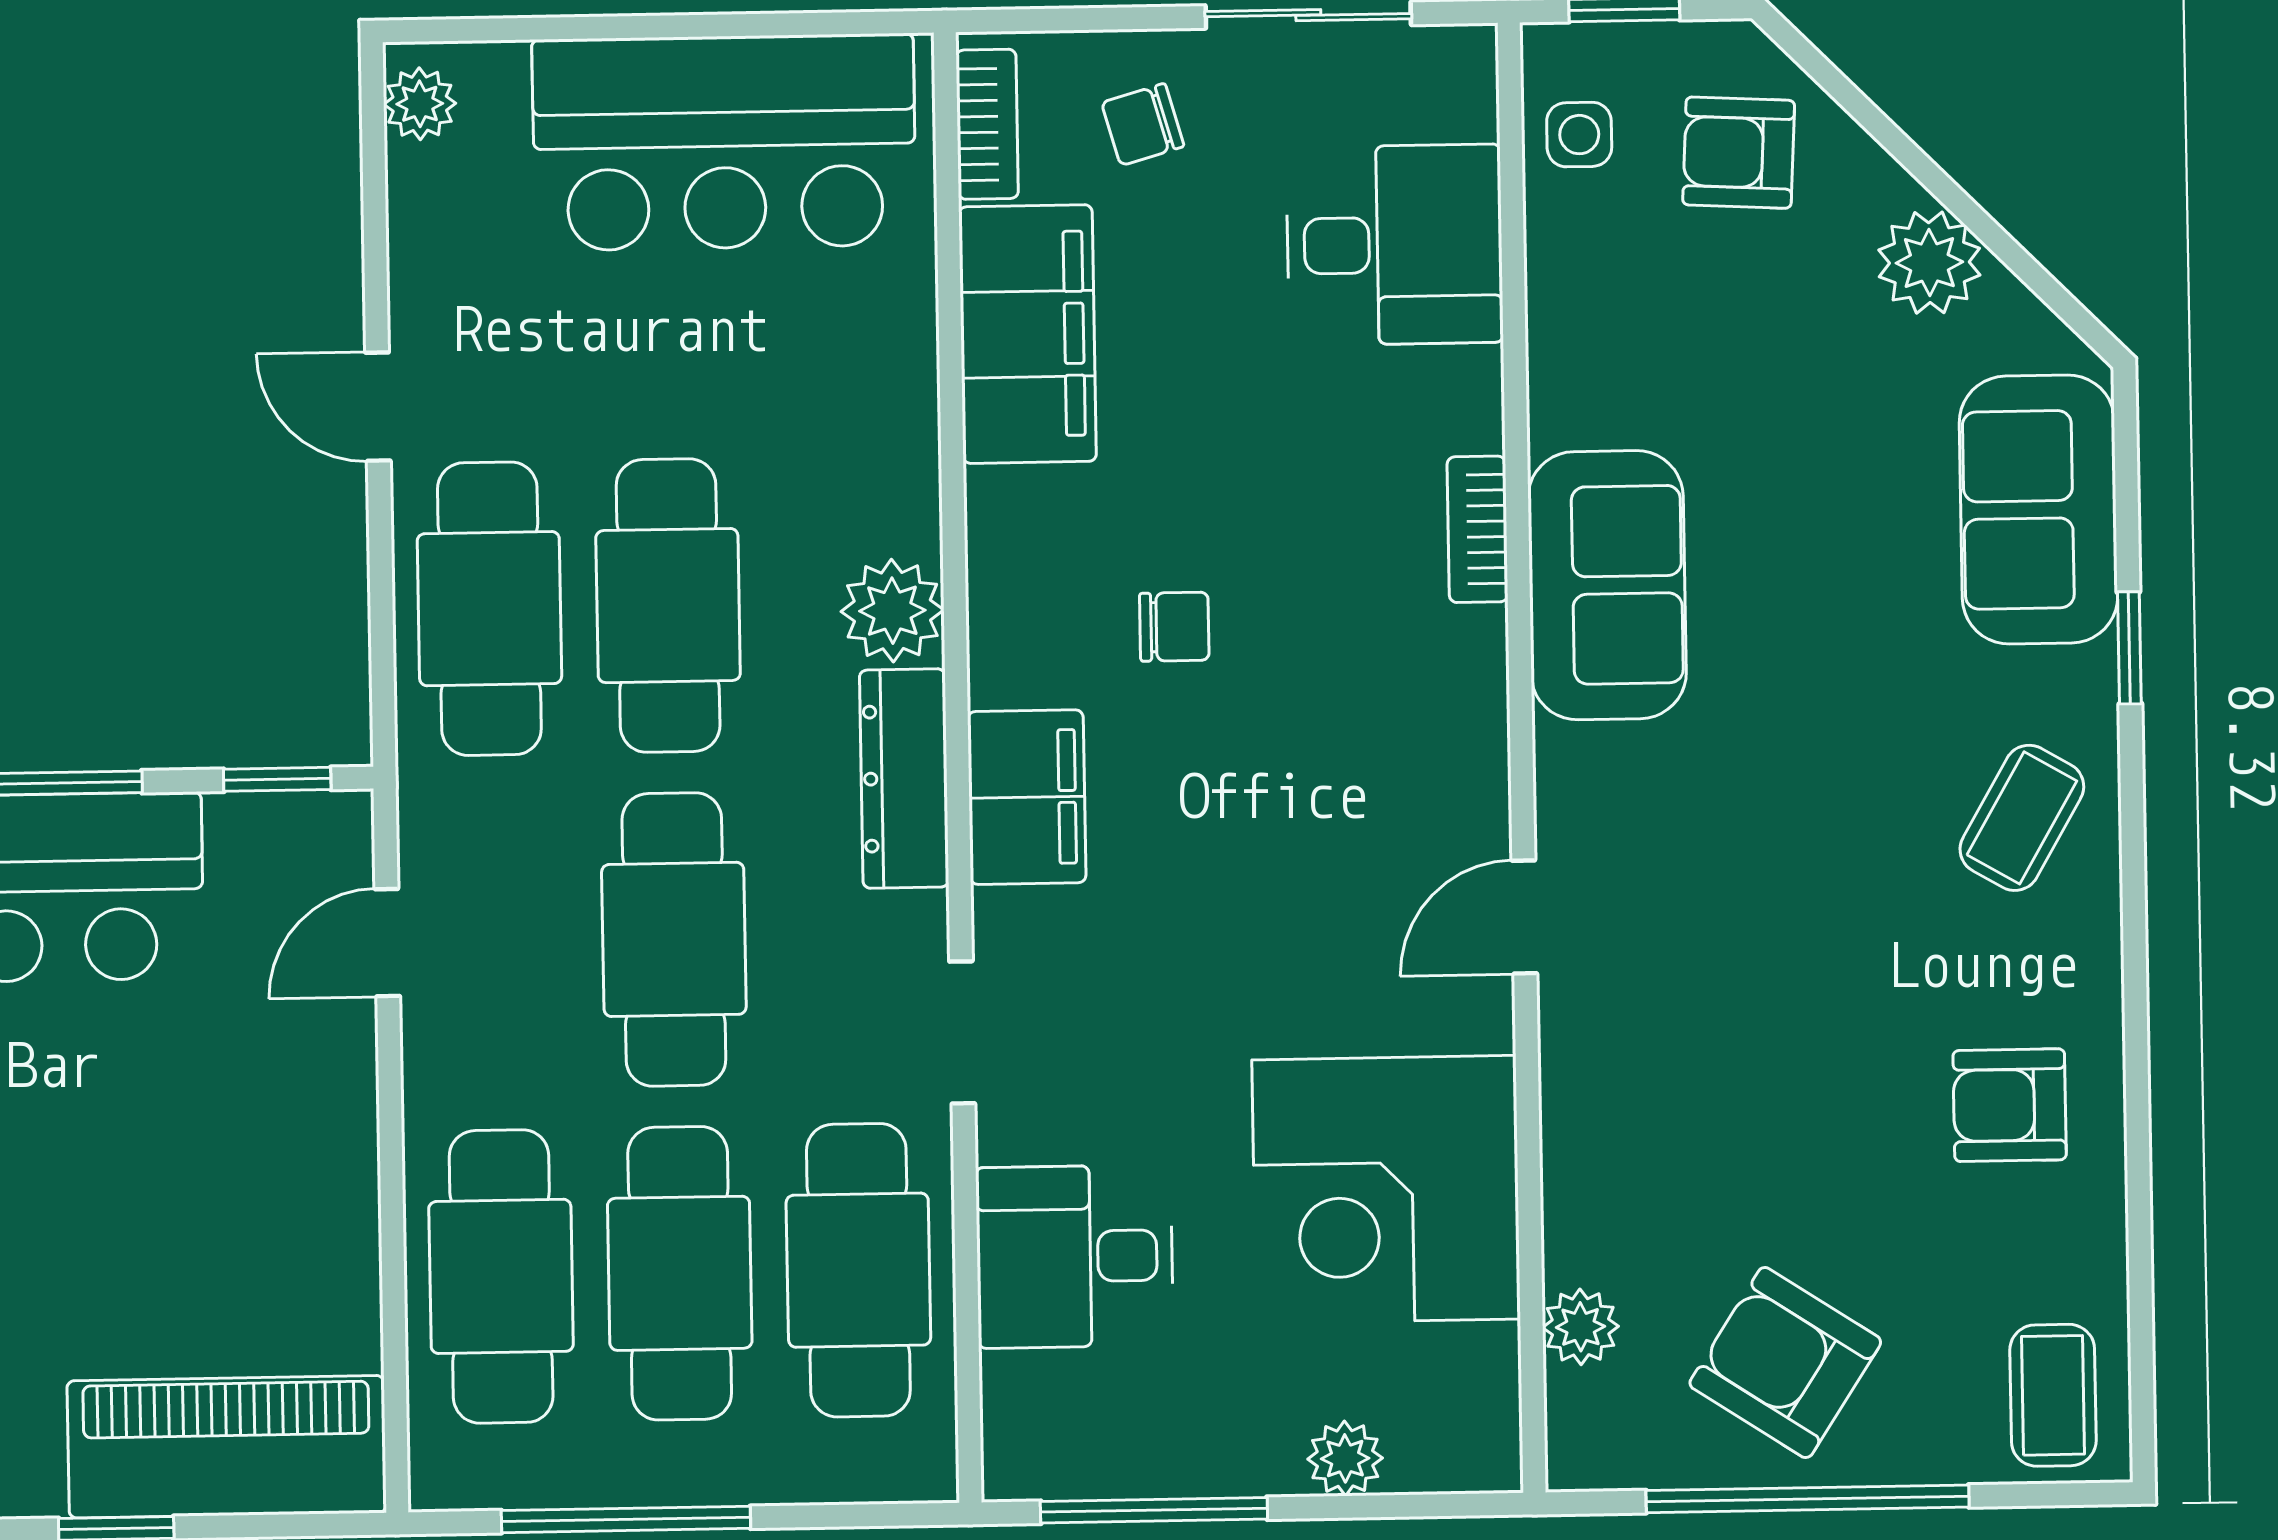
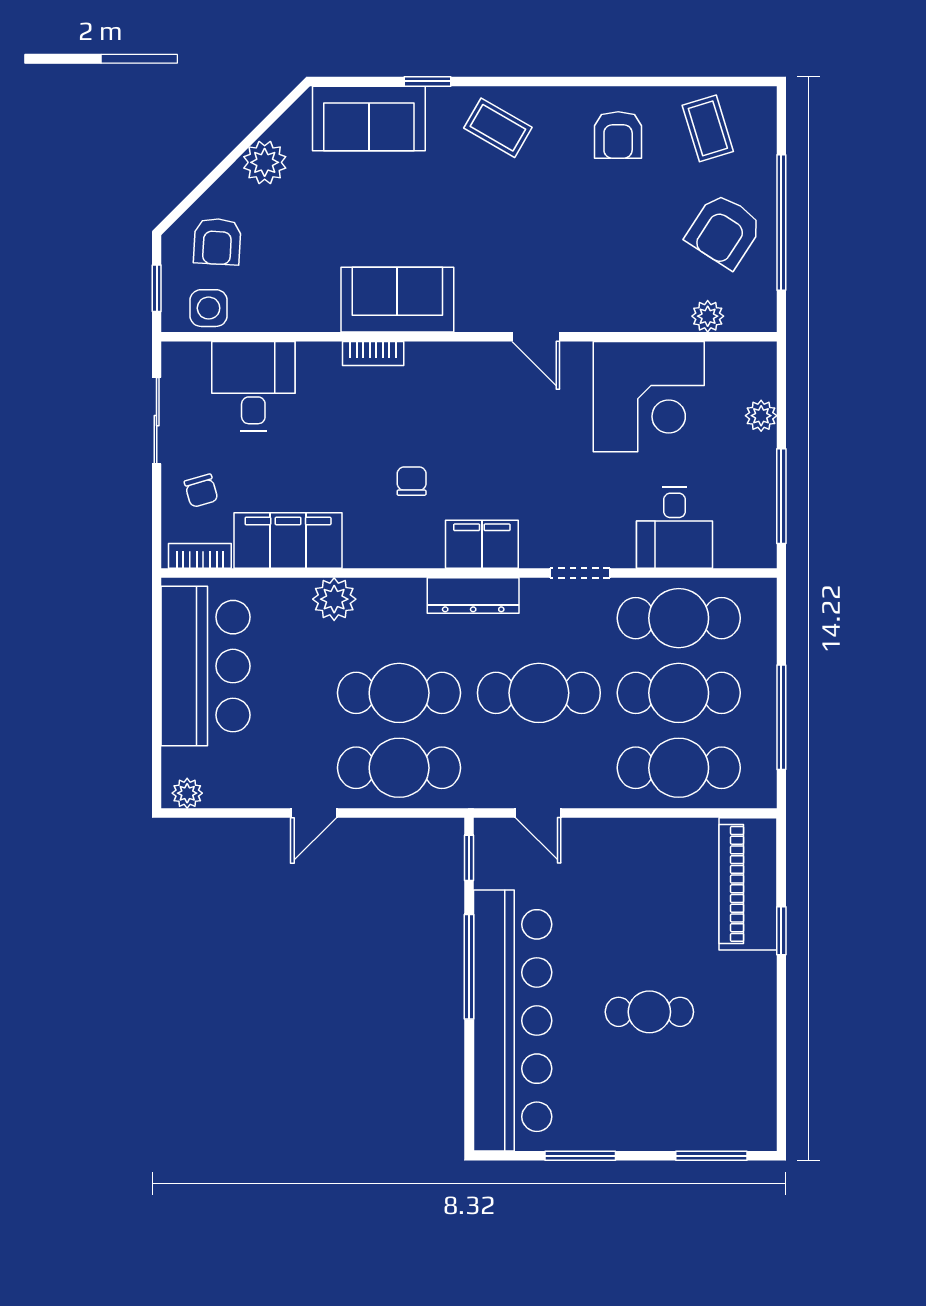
side table: (1579, 135) -> (209, 308), width x1.37, depth x1.37
plant: (892, 611) -> (334, 599), moved
coffee table: (2053, 1395) -> (708, 128), moved, turned 73

